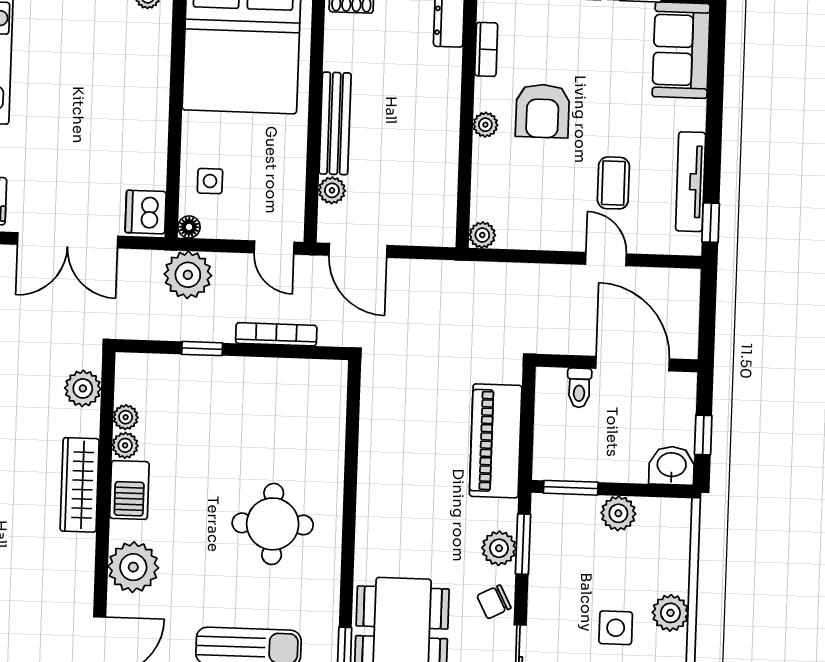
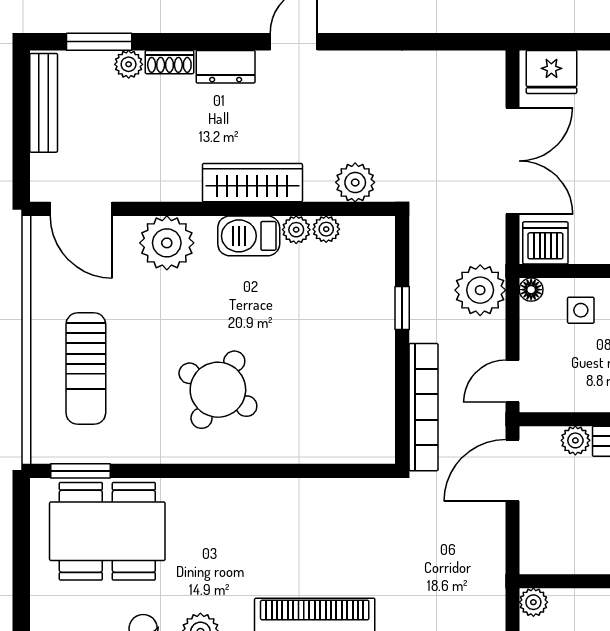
double door: (68, 240) -> (512, 161), swing flipped
bookcase: (276, 334) -> (423, 407), width x1.48, depth x1.31
round table: (273, 524) -> (218, 390), turned 30

